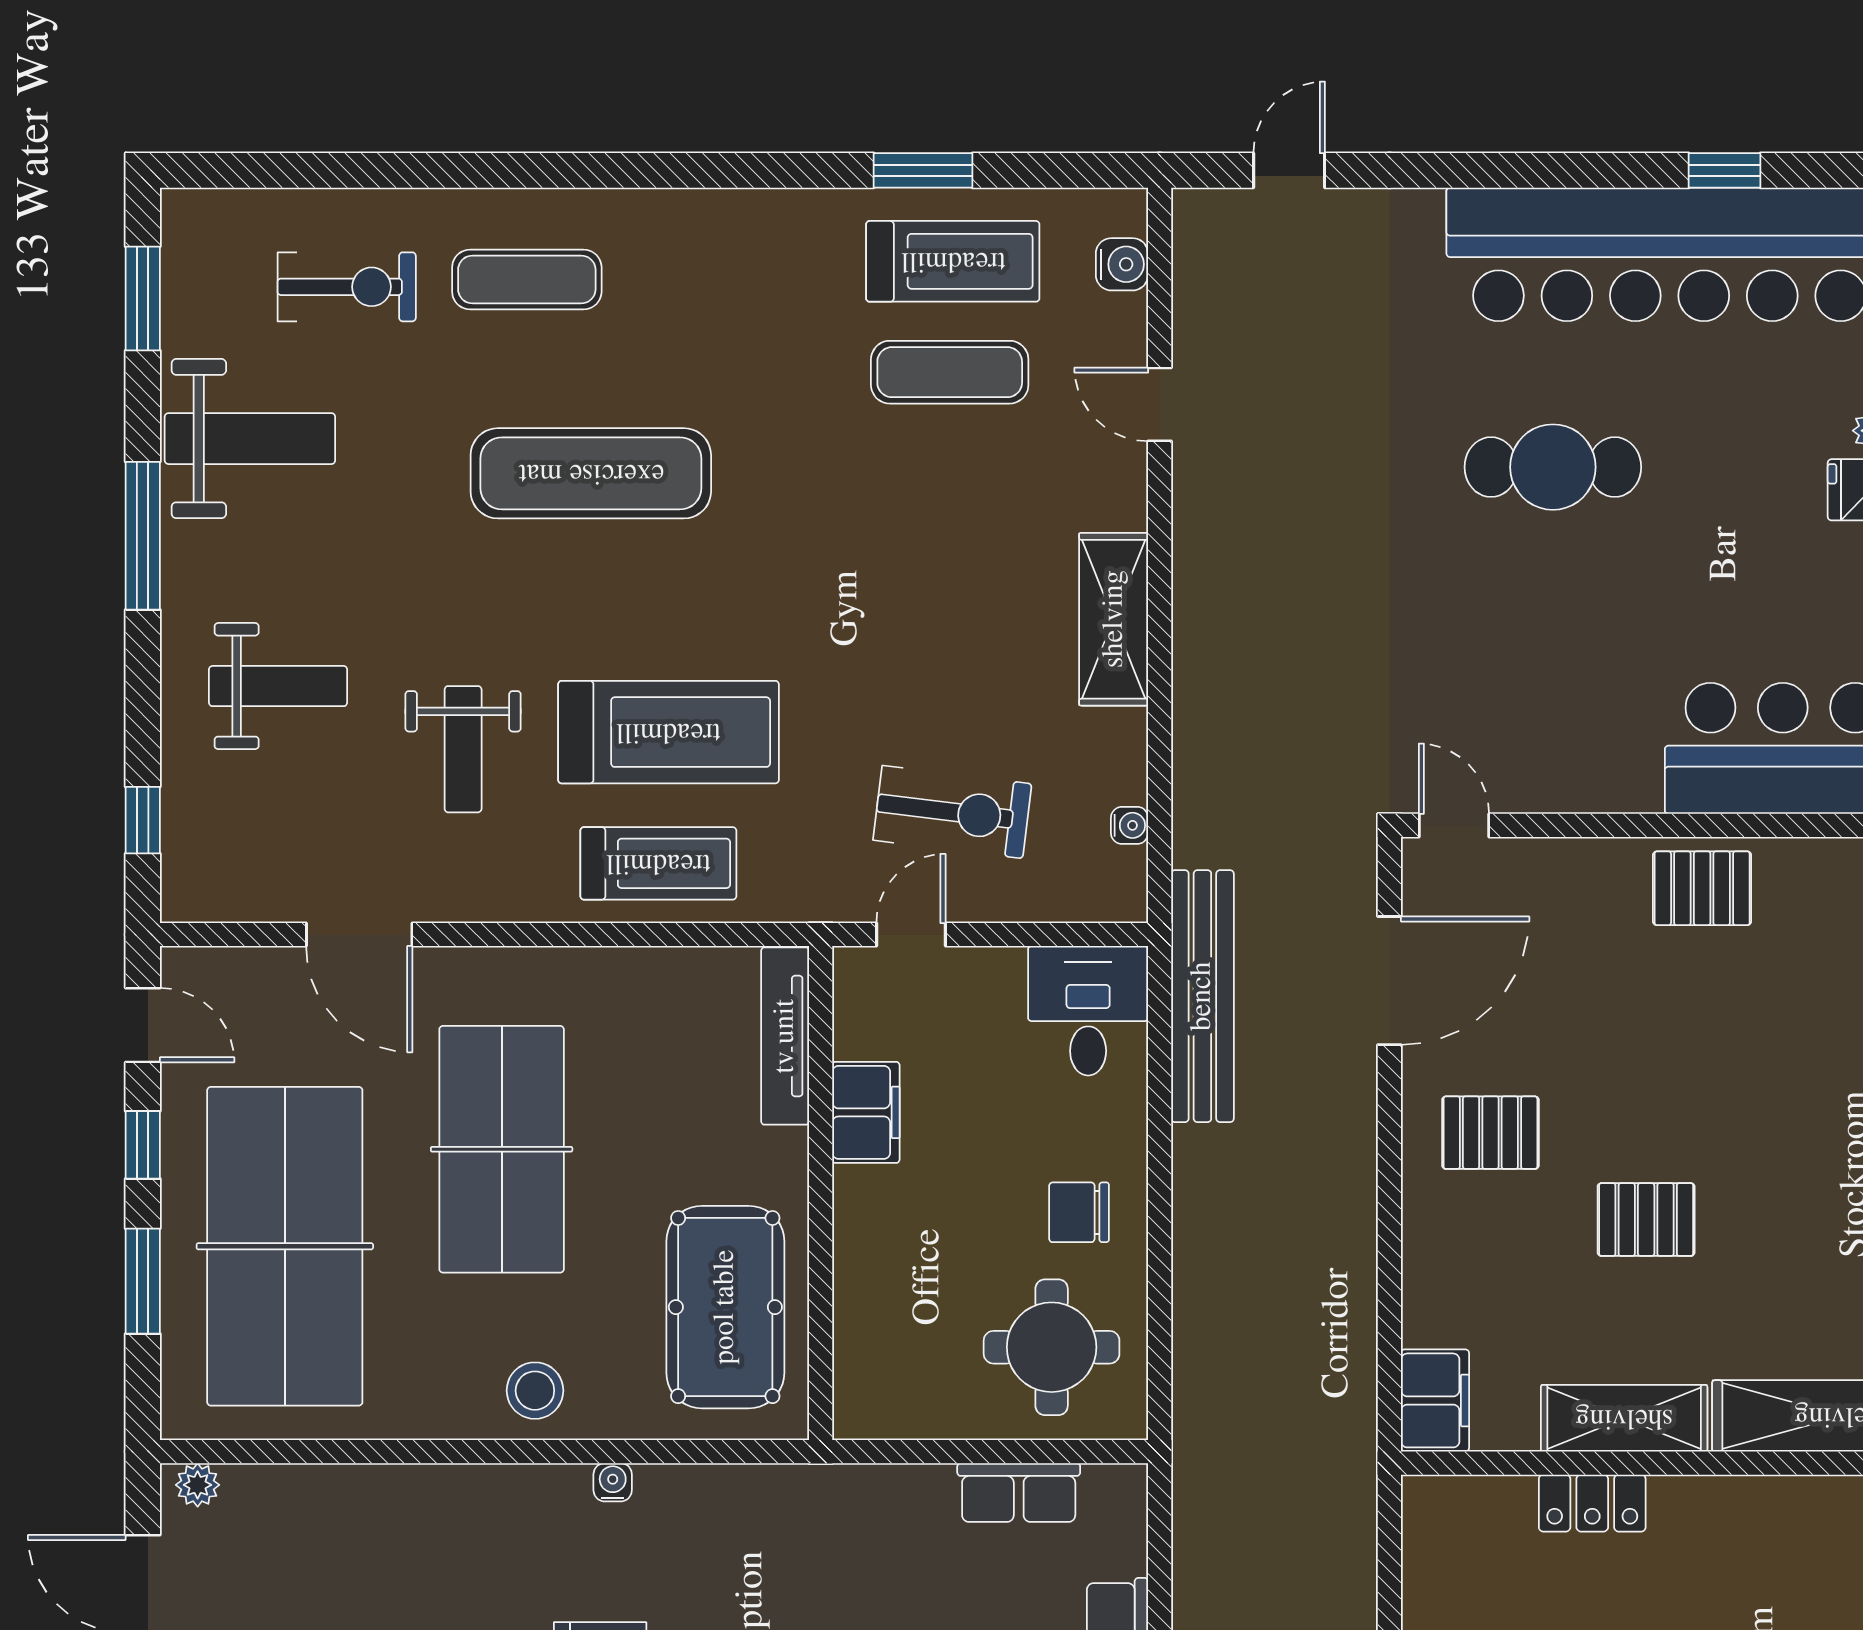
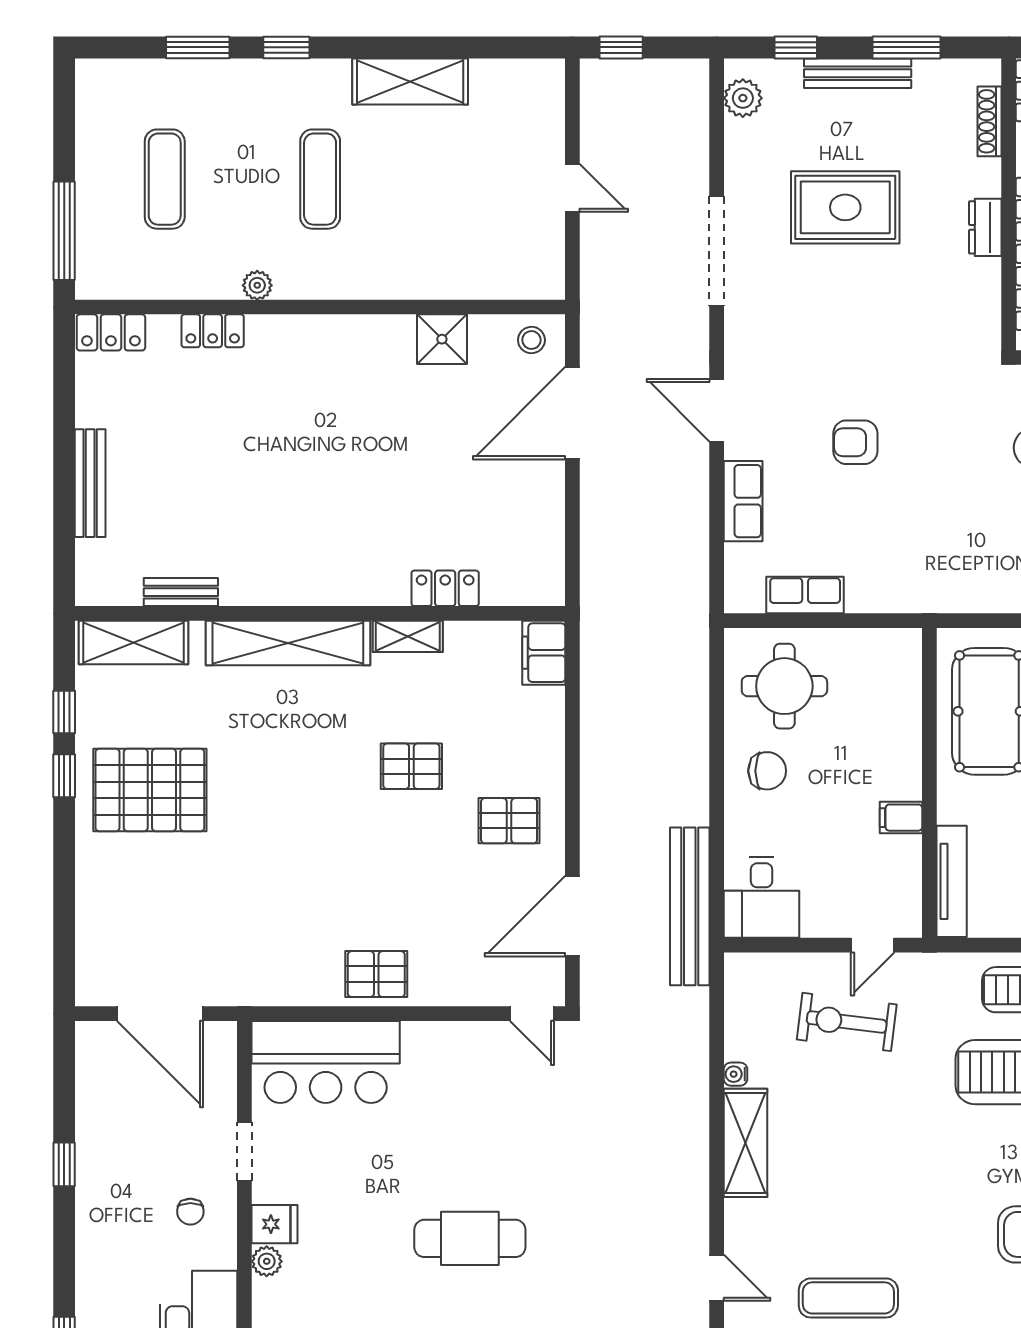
water cooler: (1130, 825) -> (736, 1074), moved
filing cabinet: (866, 1112) -> (901, 818), width x0.50
shelving: (1624, 1418) -> (408, 636), width x0.67, depth x0.75

